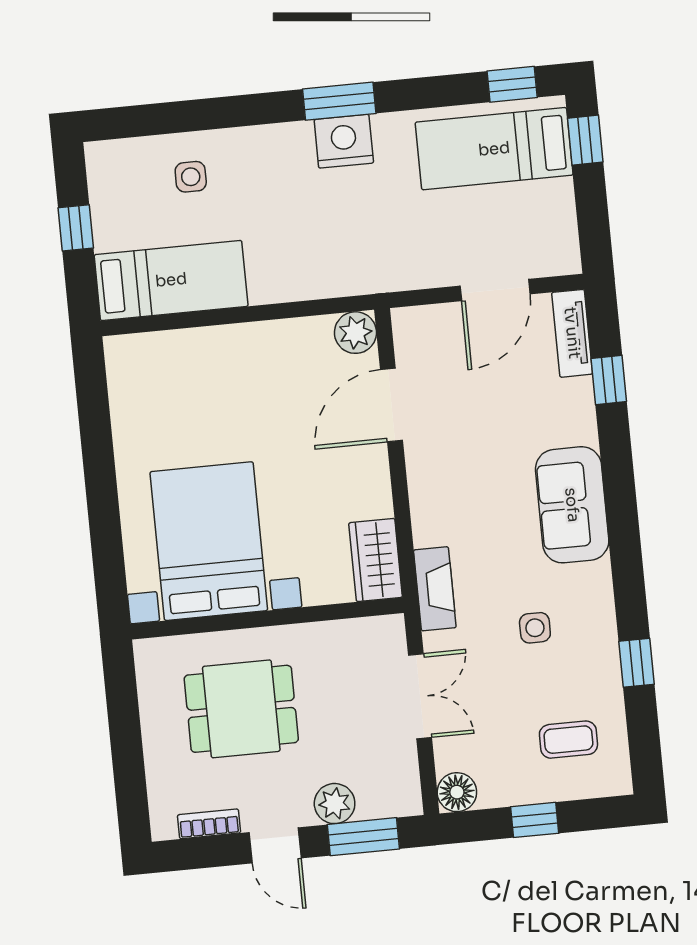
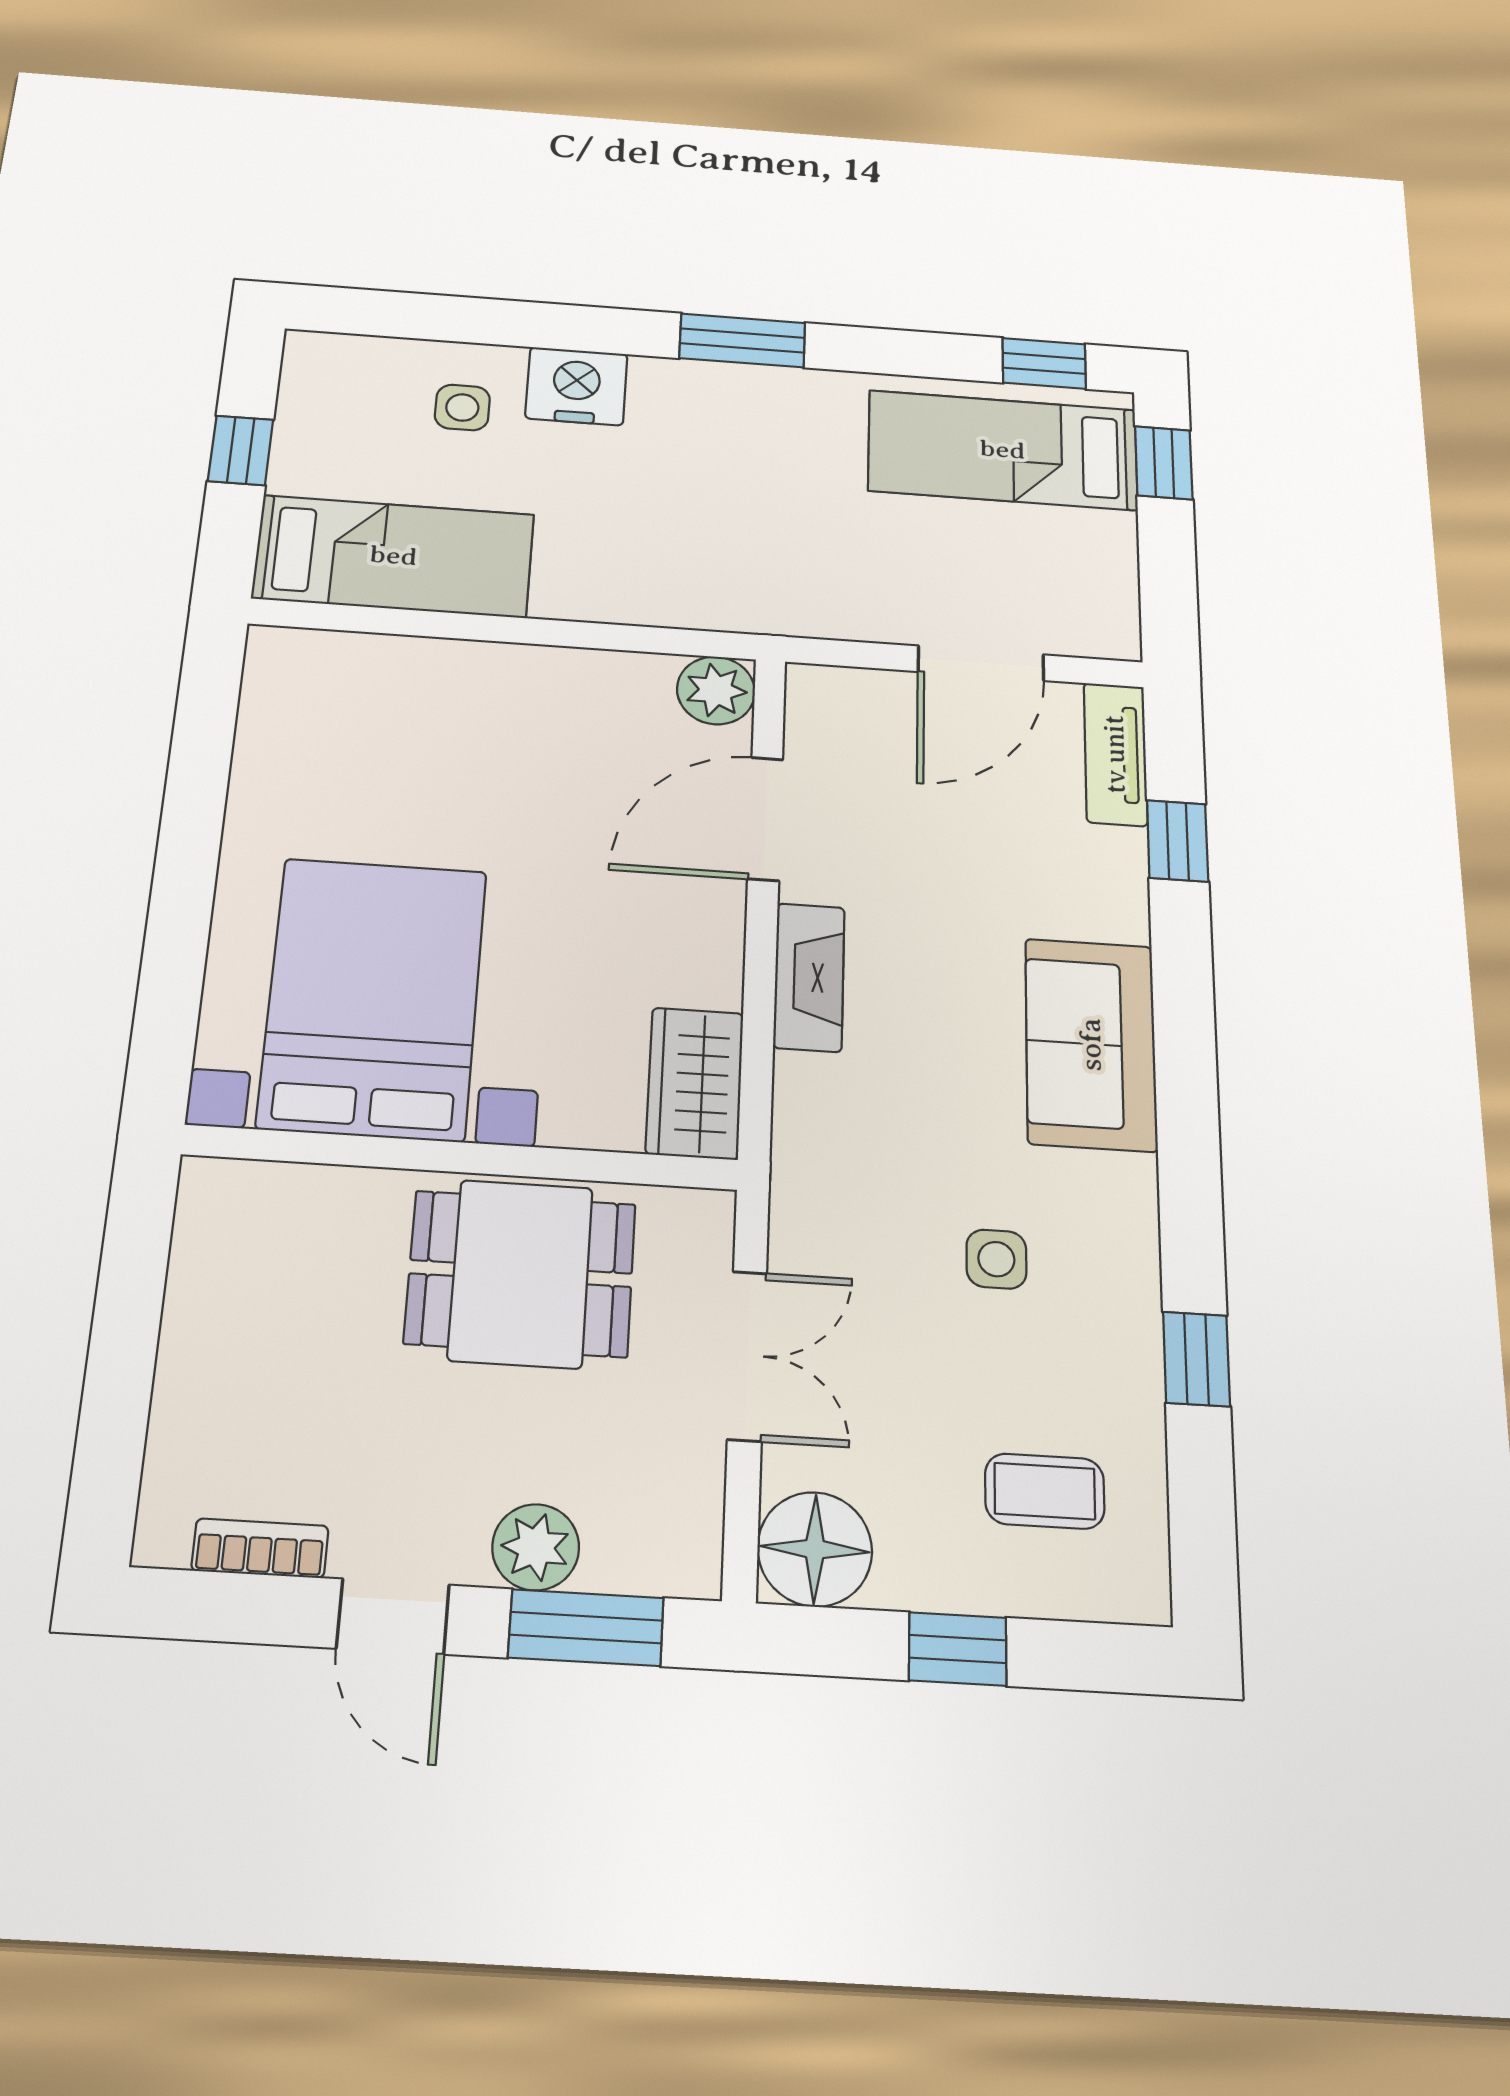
nightstand: (344, 141) -> (576, 386), moved
fireplace: (435, 589) -> (809, 977), moved
dining table: (241, 709) -> (521, 1273), moved
floor lamp: (457, 792) -> (815, 1549), width x1.38, depth x1.38

